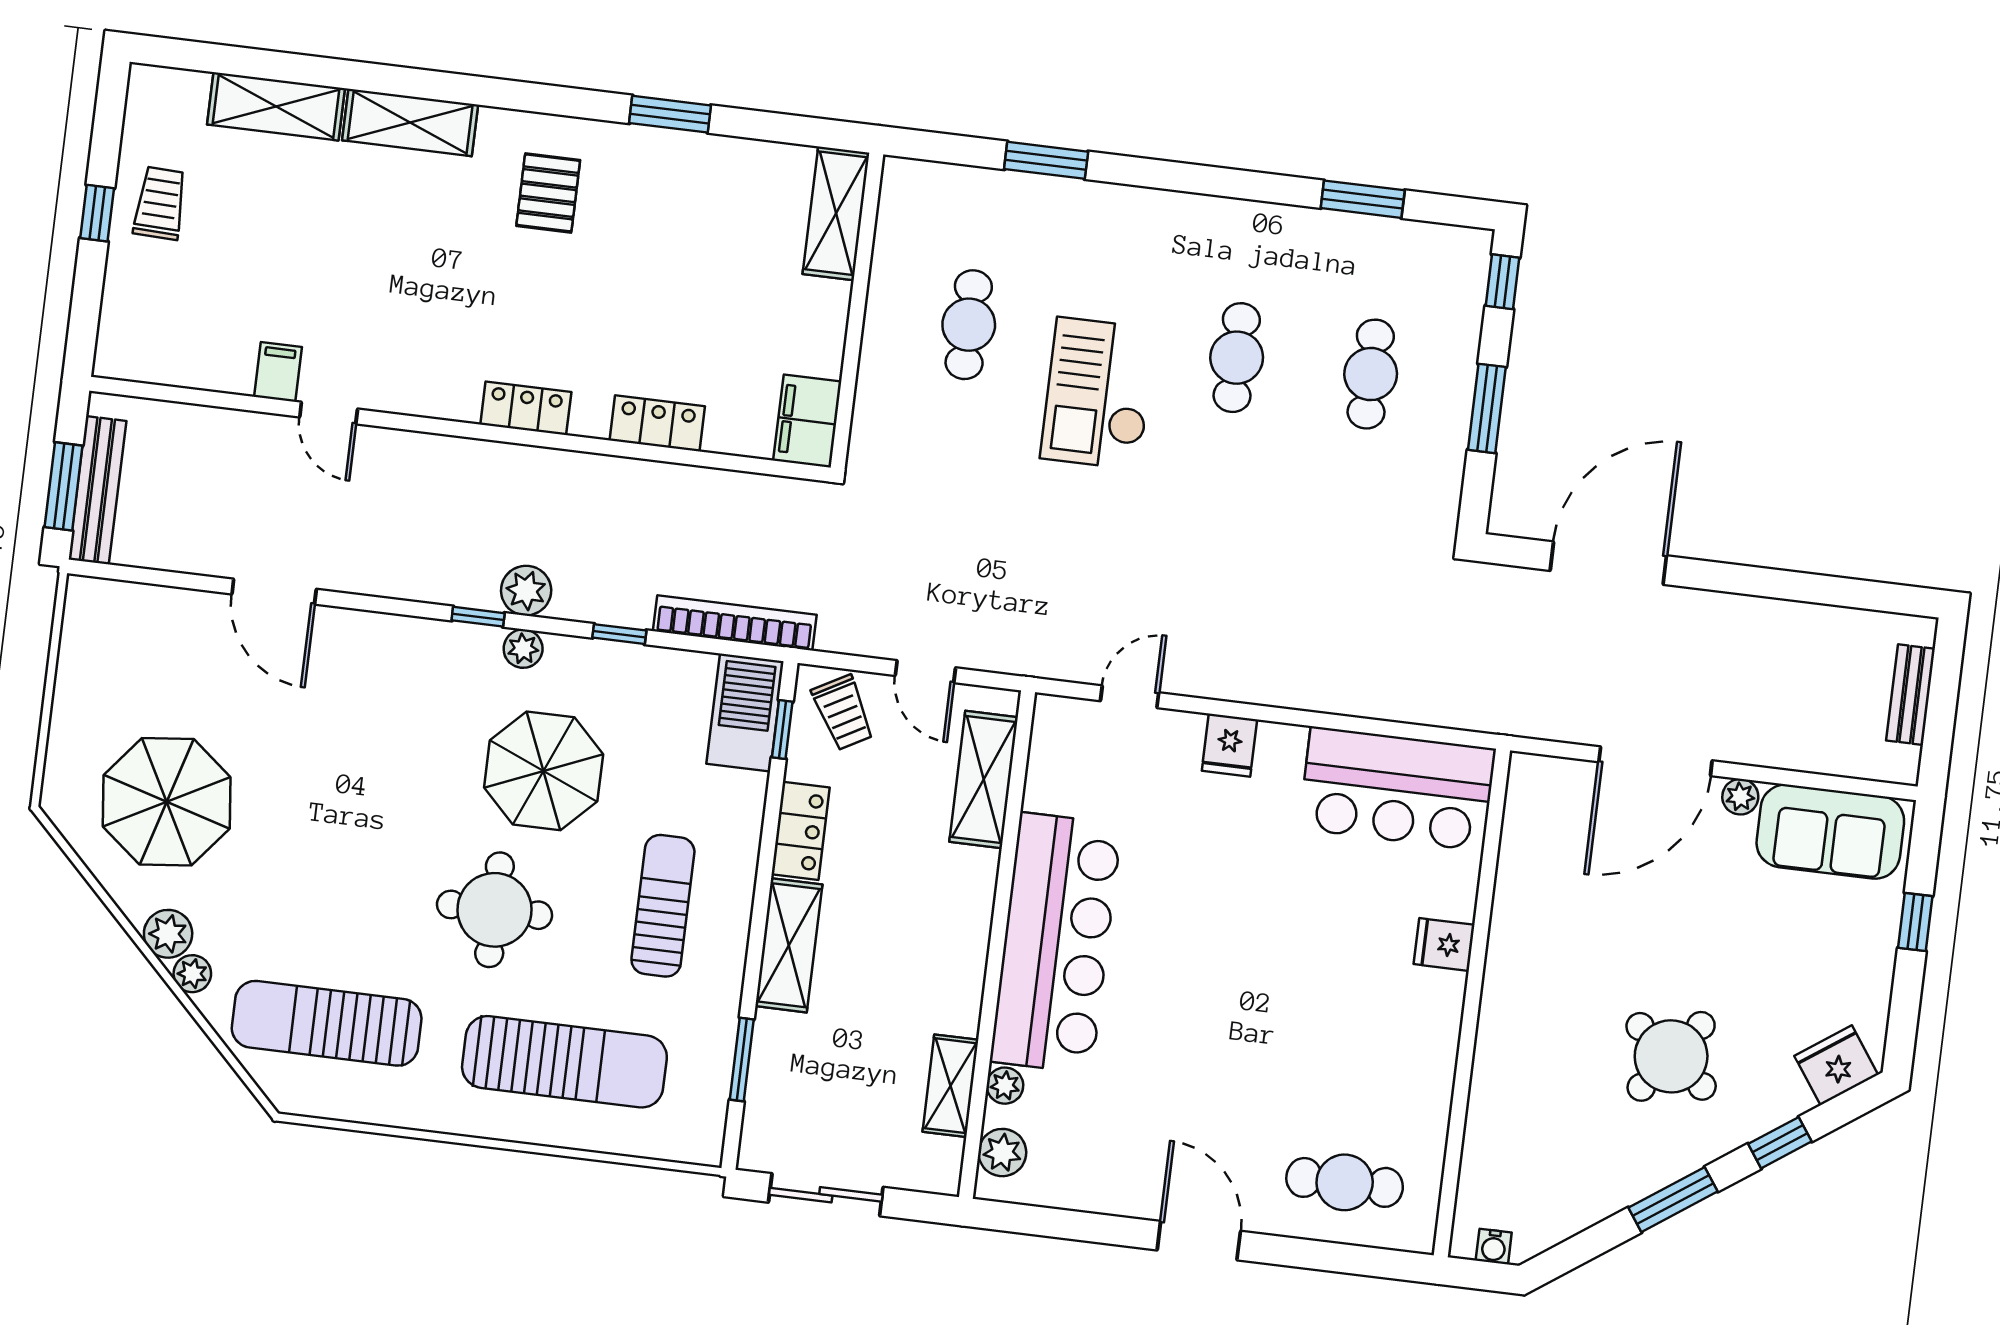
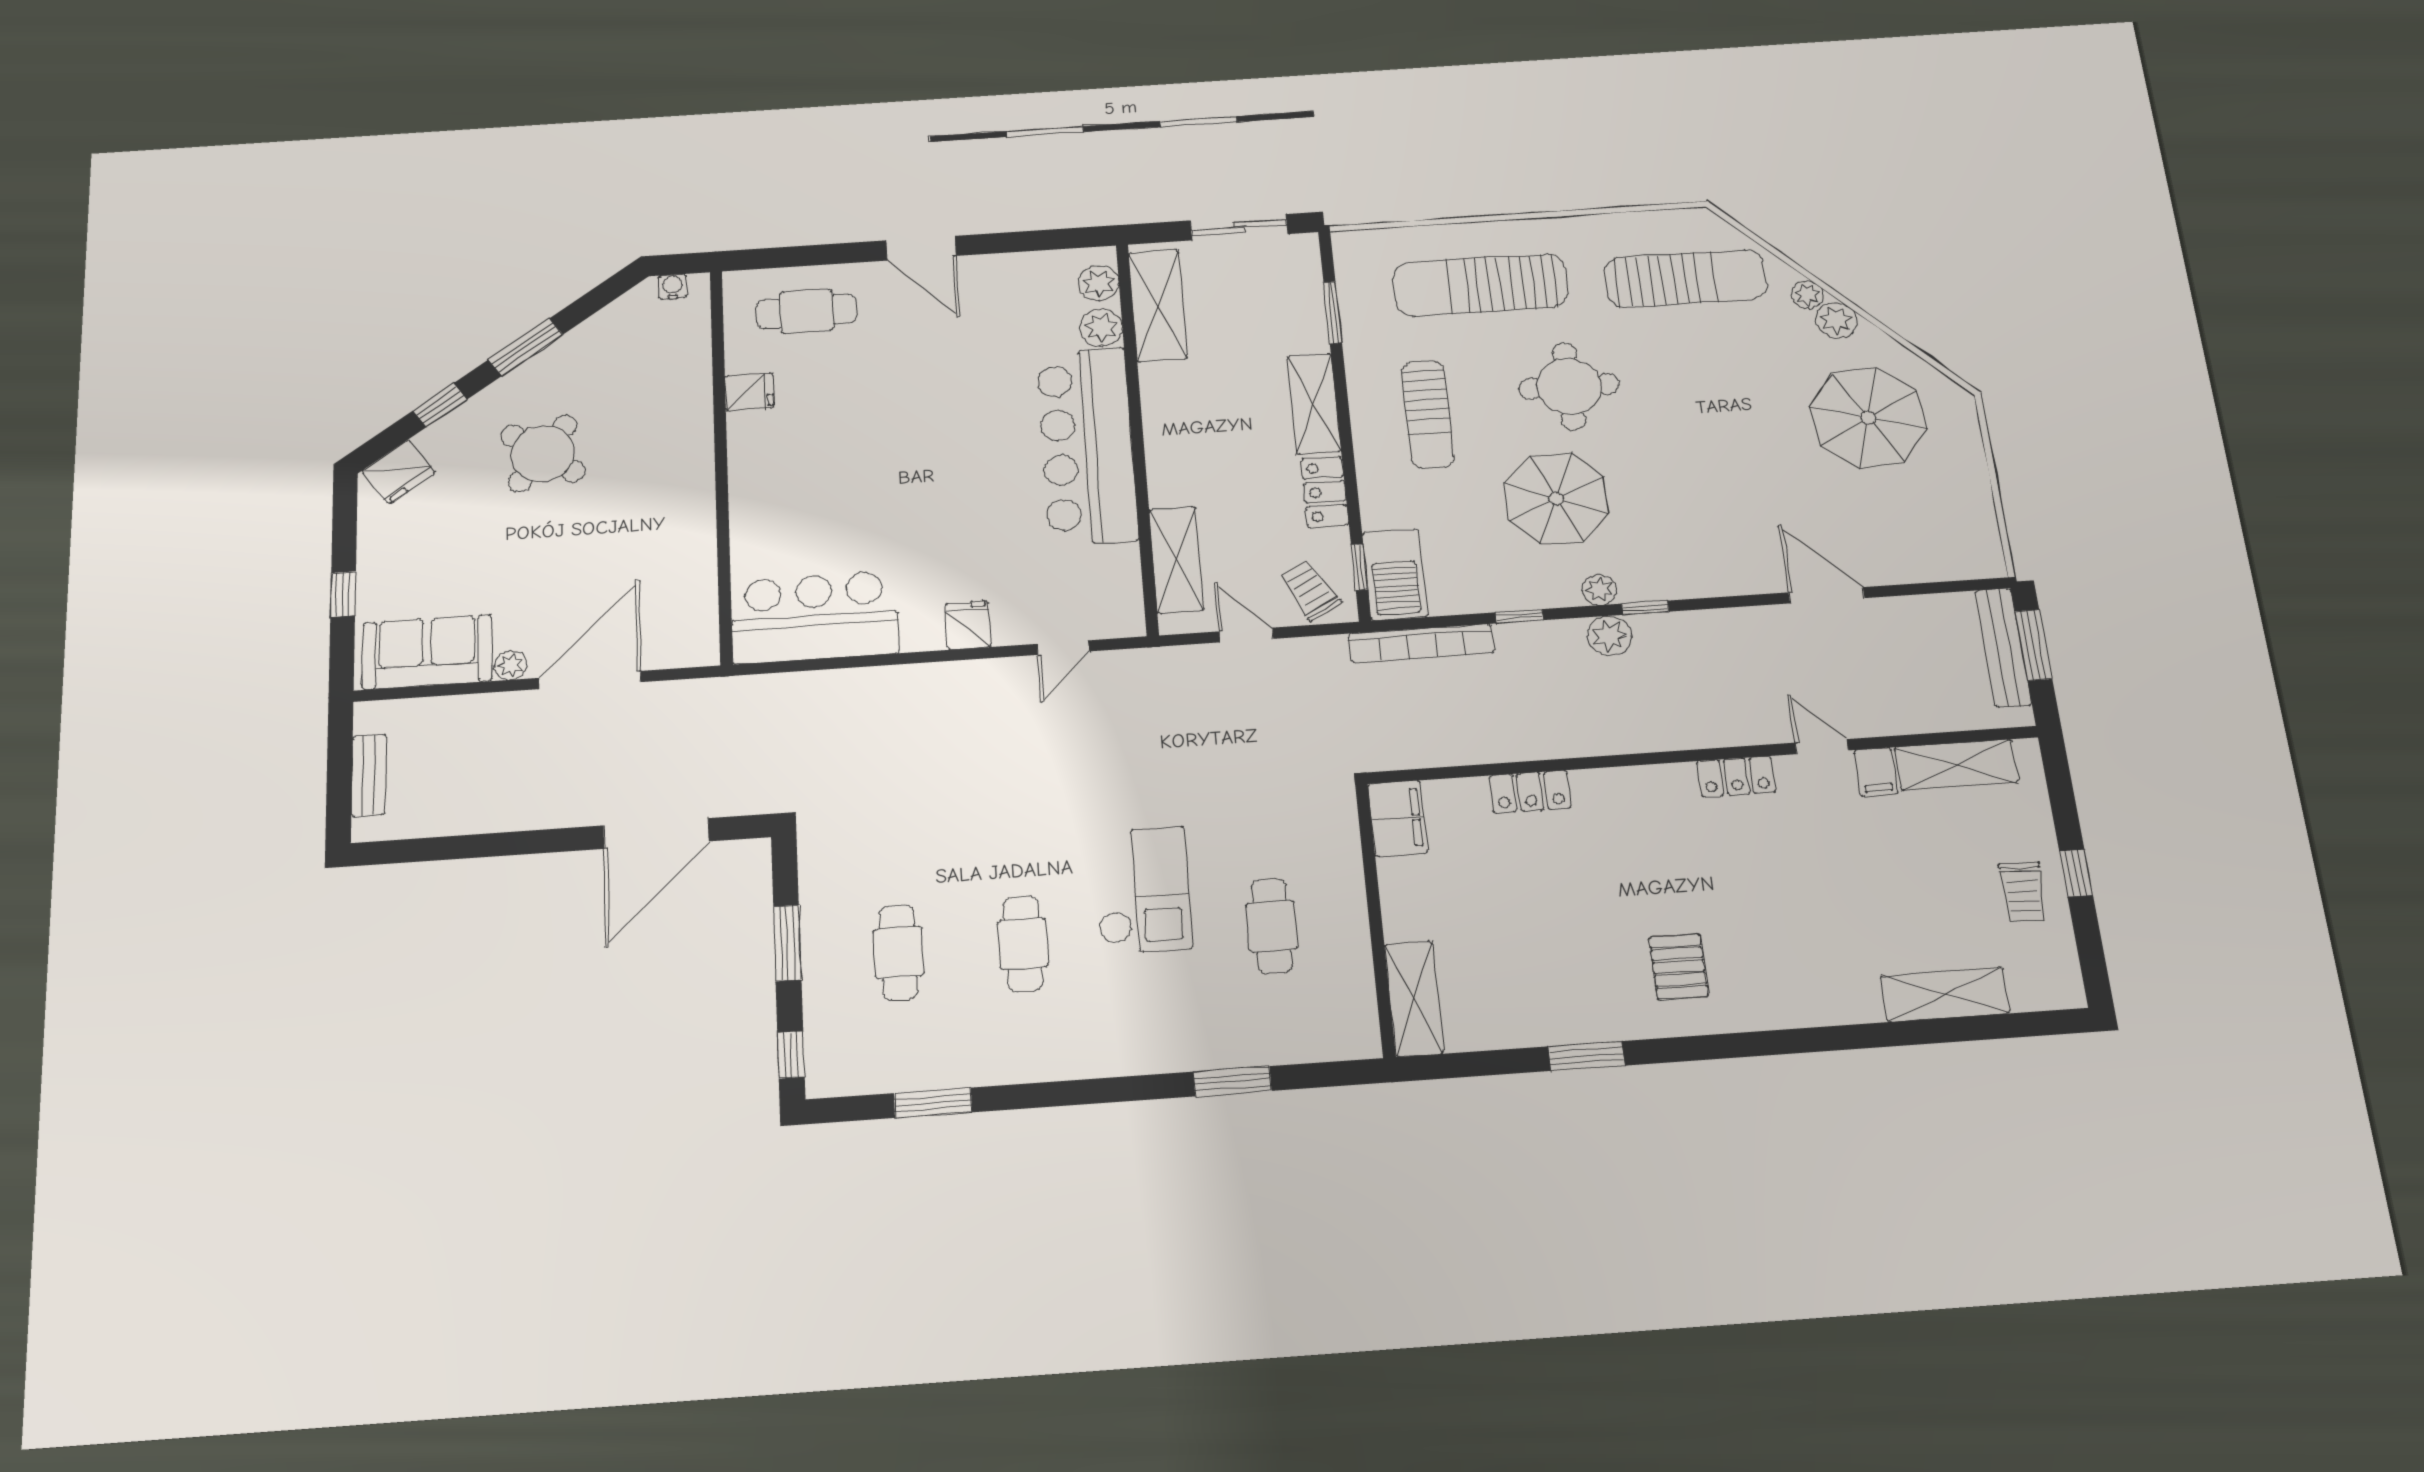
shelving: (410, 122) -> (1956, 765), moved
locker: (526, 408) -> (1736, 777), moved
fridge: (1444, 944) -> (749, 392), moved
shelving: (950, 1086) -> (1158, 306), width x1.50, depth x1.33
plant: (1005, 1086) -> (1101, 328), width x1.38, depth x1.38

